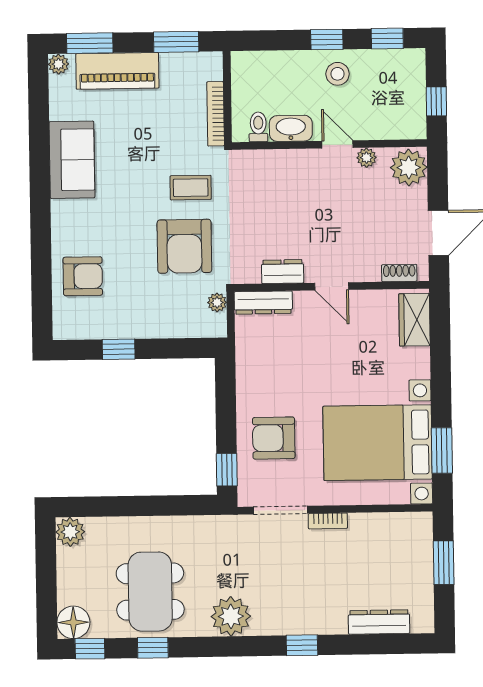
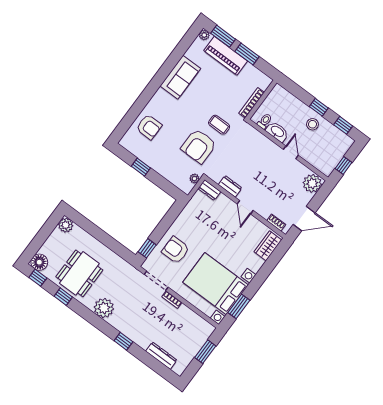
window: (176, 42) -> (247, 54), moved
plant: (366, 158) -> (298, 167), removed
dresser: (263, 303) -> (209, 190), width x0.70

